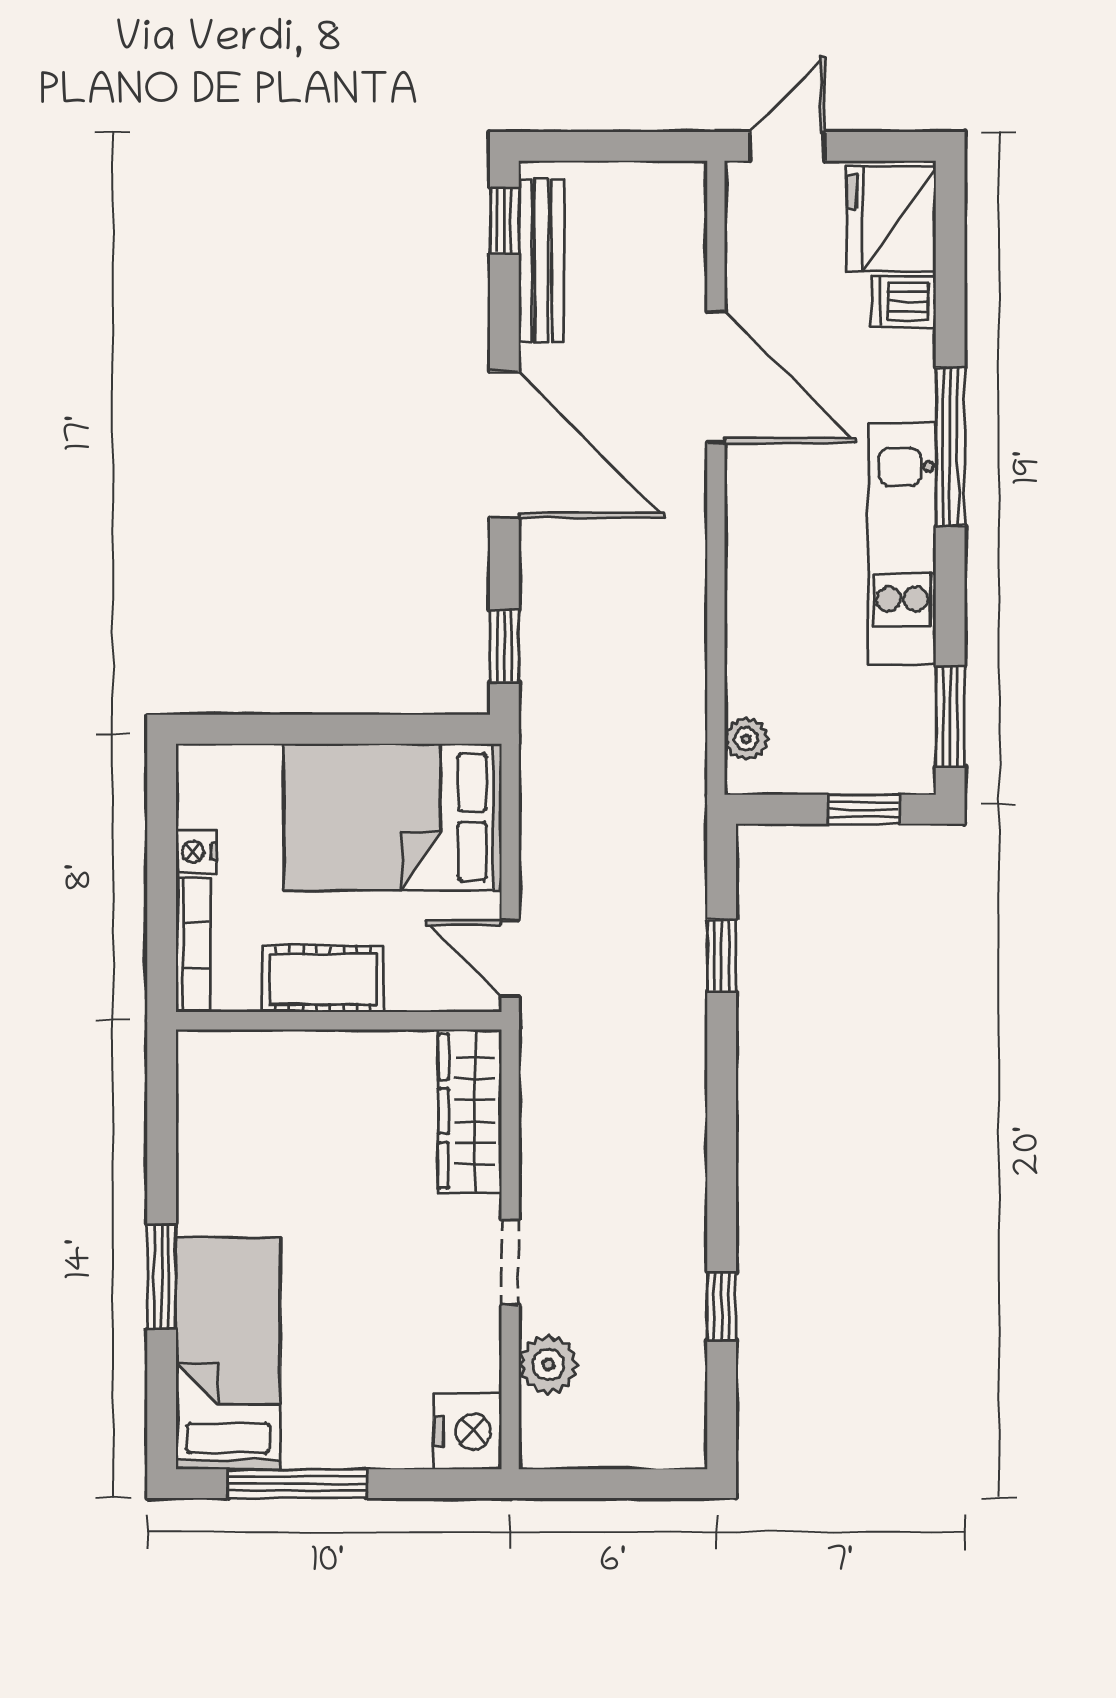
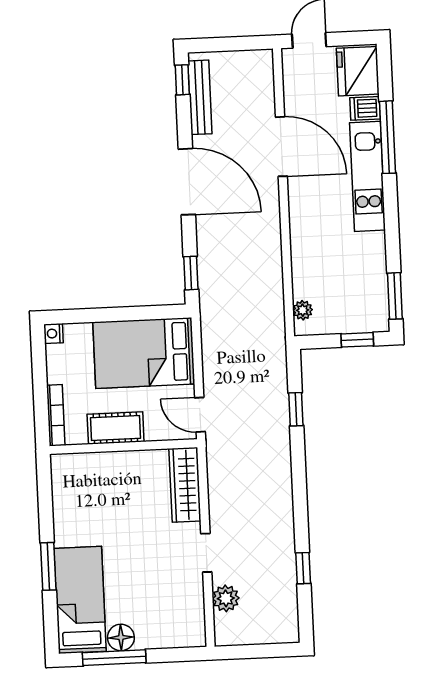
window: (950, 447) -> (388, 137), moved
kitchen unit: (902, 544) -> (367, 176), moved
nightstand: (196, 852) -> (53, 334), moved
nightstand: (468, 1431) -> (190, 630), removed
floor lamp: (314, 1440) -> (121, 637), added

